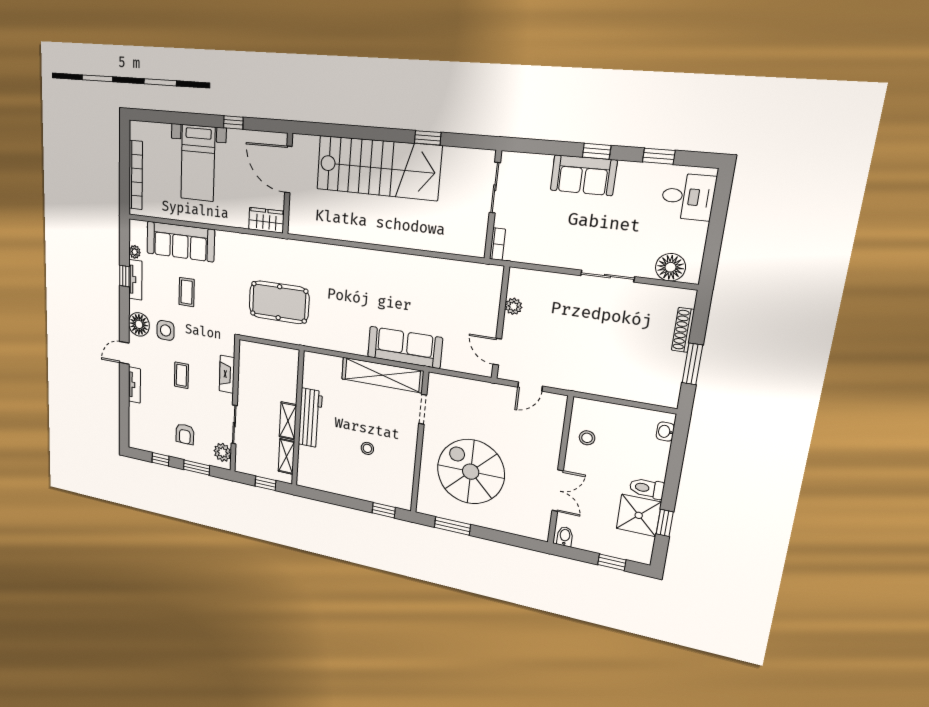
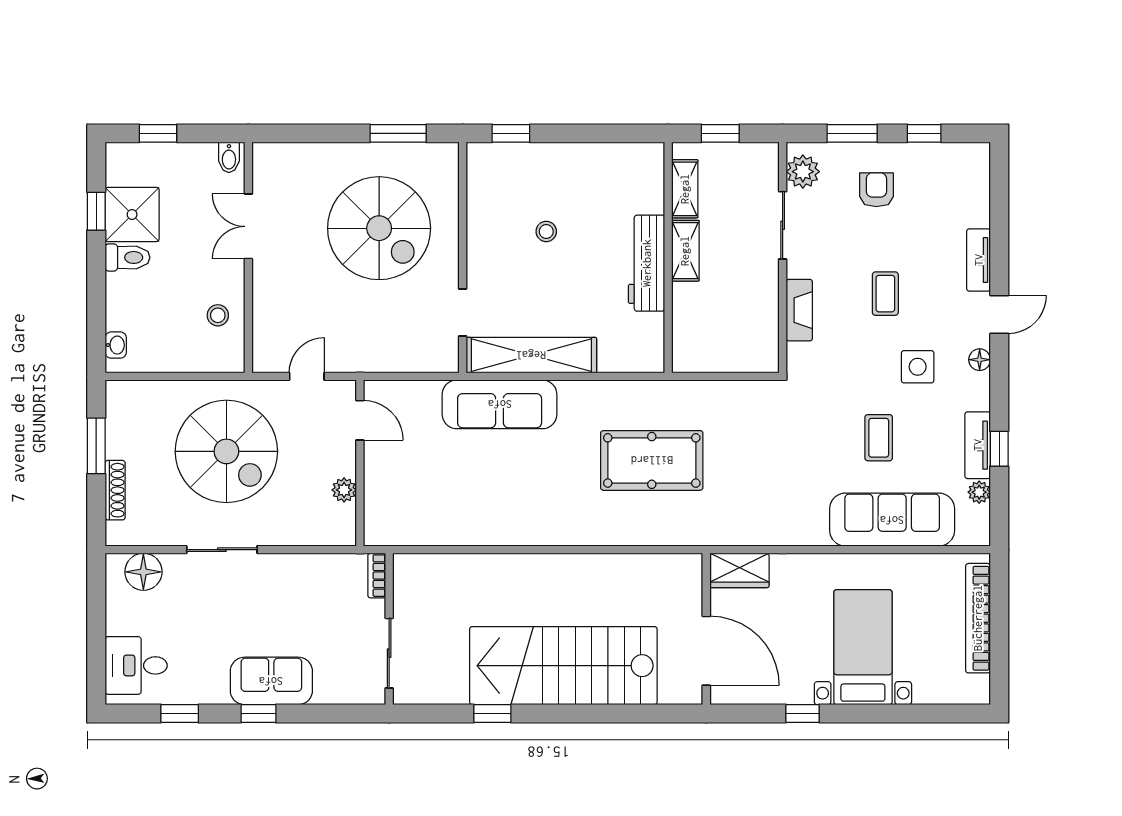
pool table: (279, 302) -> (652, 460), moved
floor lamp: (139, 324) -> (980, 360), width x0.53, depth x0.53
spiral stairs: (594, 345) -> (226, 451), added

